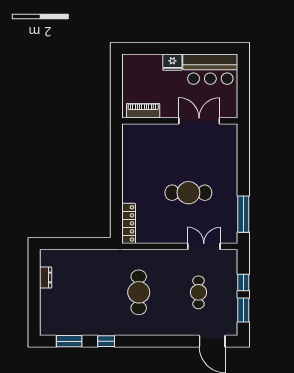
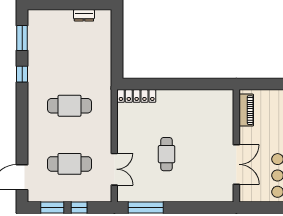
cafe table: (188, 193) -> (167, 154), width x0.73, depth x0.74
cafe table: (198, 292) -> (70, 164), width x1.37, depth x1.35

